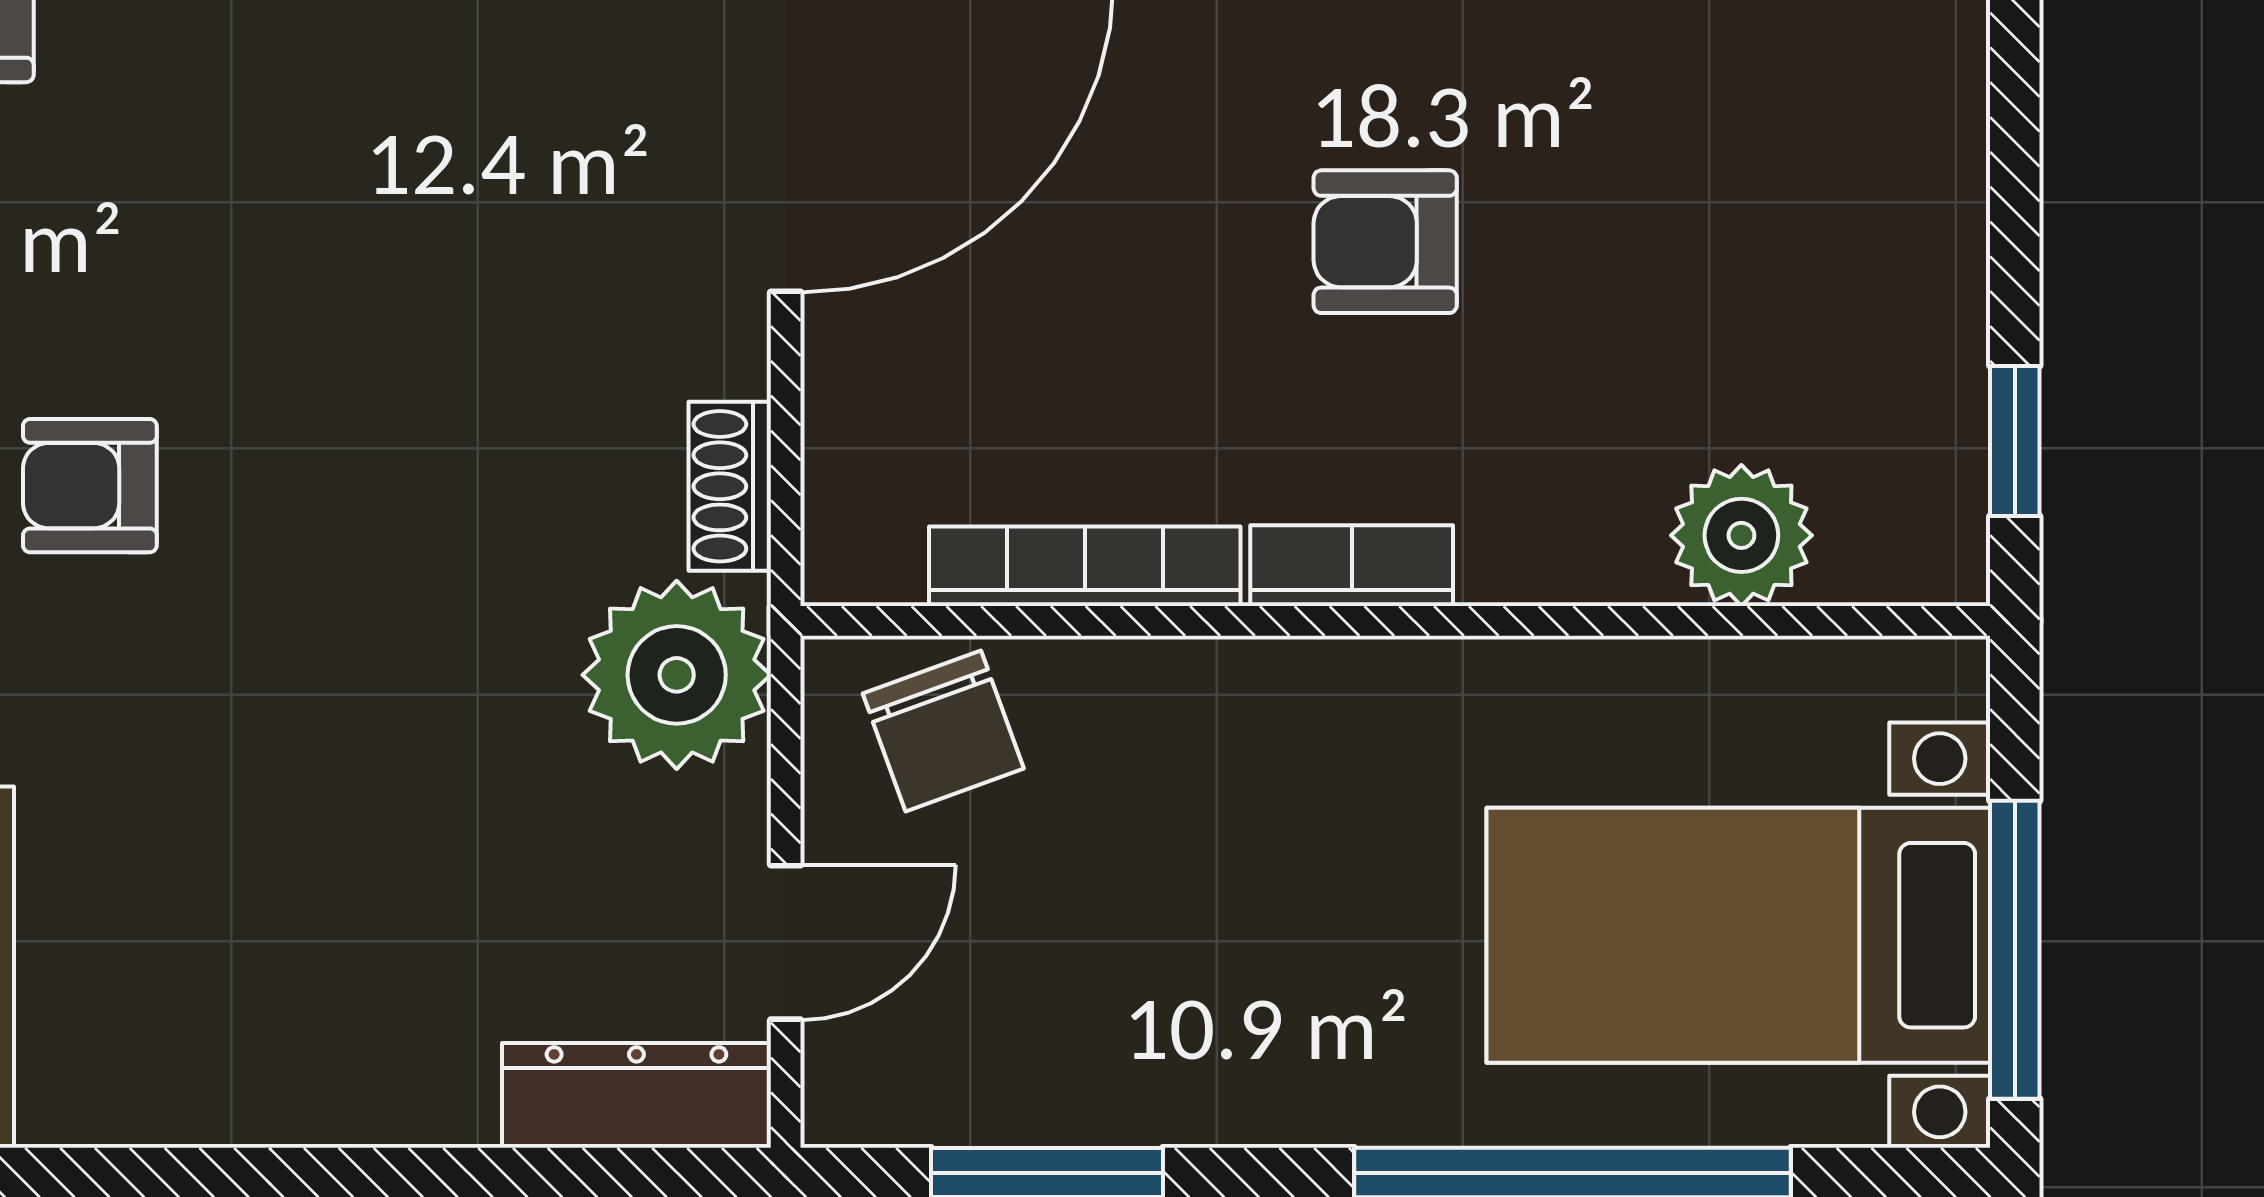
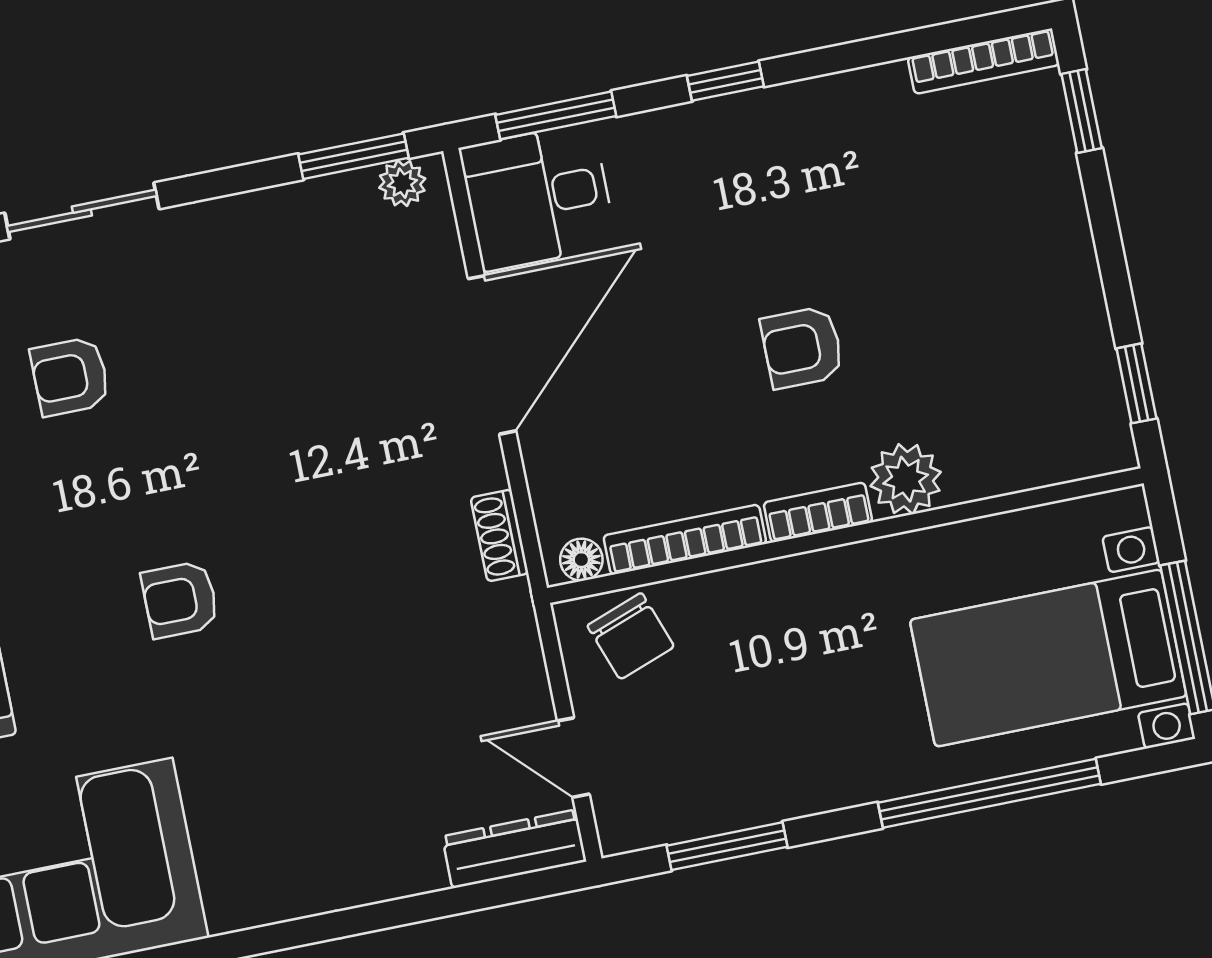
plant: (1741, 535) -> (906, 479), moved
floor lamp: (878, 565) -> (581, 560), added
plant: (677, 675) -> (492, 635), removed
door: (786, 942) -> (573, 758), swing flipped

